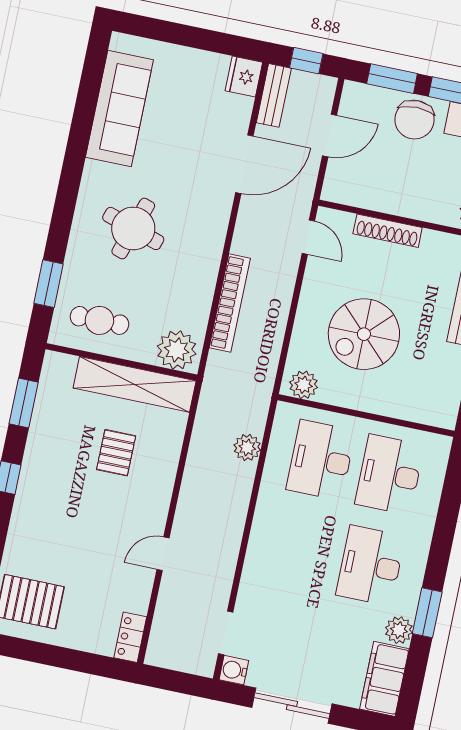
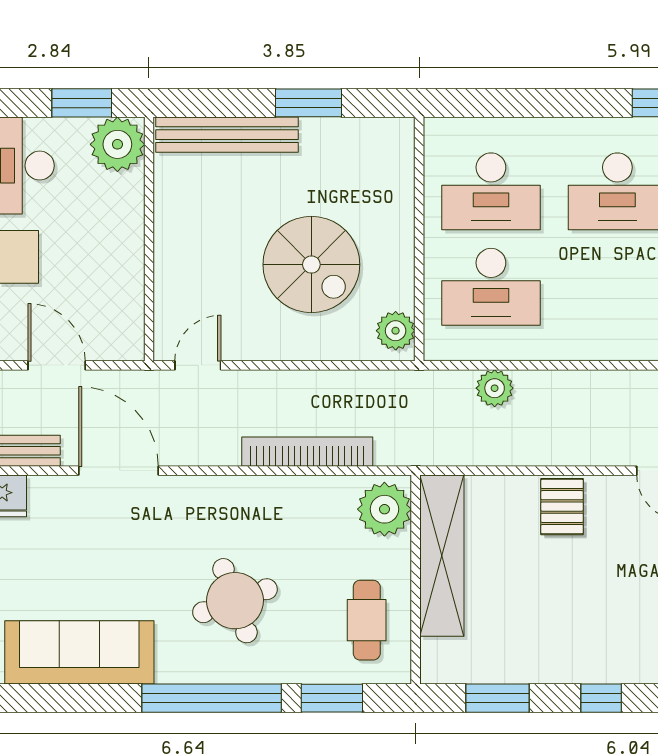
window: (67, 197) -> (212, 698), added
round table: (133, 228) -> (235, 601), turned -38
shoe rack: (388, 231) -> (167, 262), removed
pallet: (116, 453) -> (562, 507), moved, turned 90

